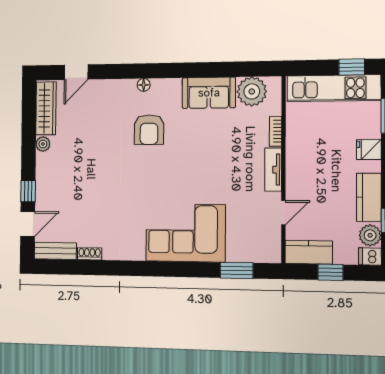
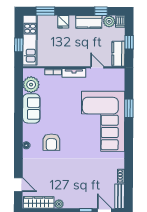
window: (352, 67) -> (19, 45), moved
armchair: (149, 130) -> (51, 142), turned 90
corner sofa: (186, 233) -> (103, 121), width x1.36, depth x1.36
window: (237, 270) -> (129, 108), moved

